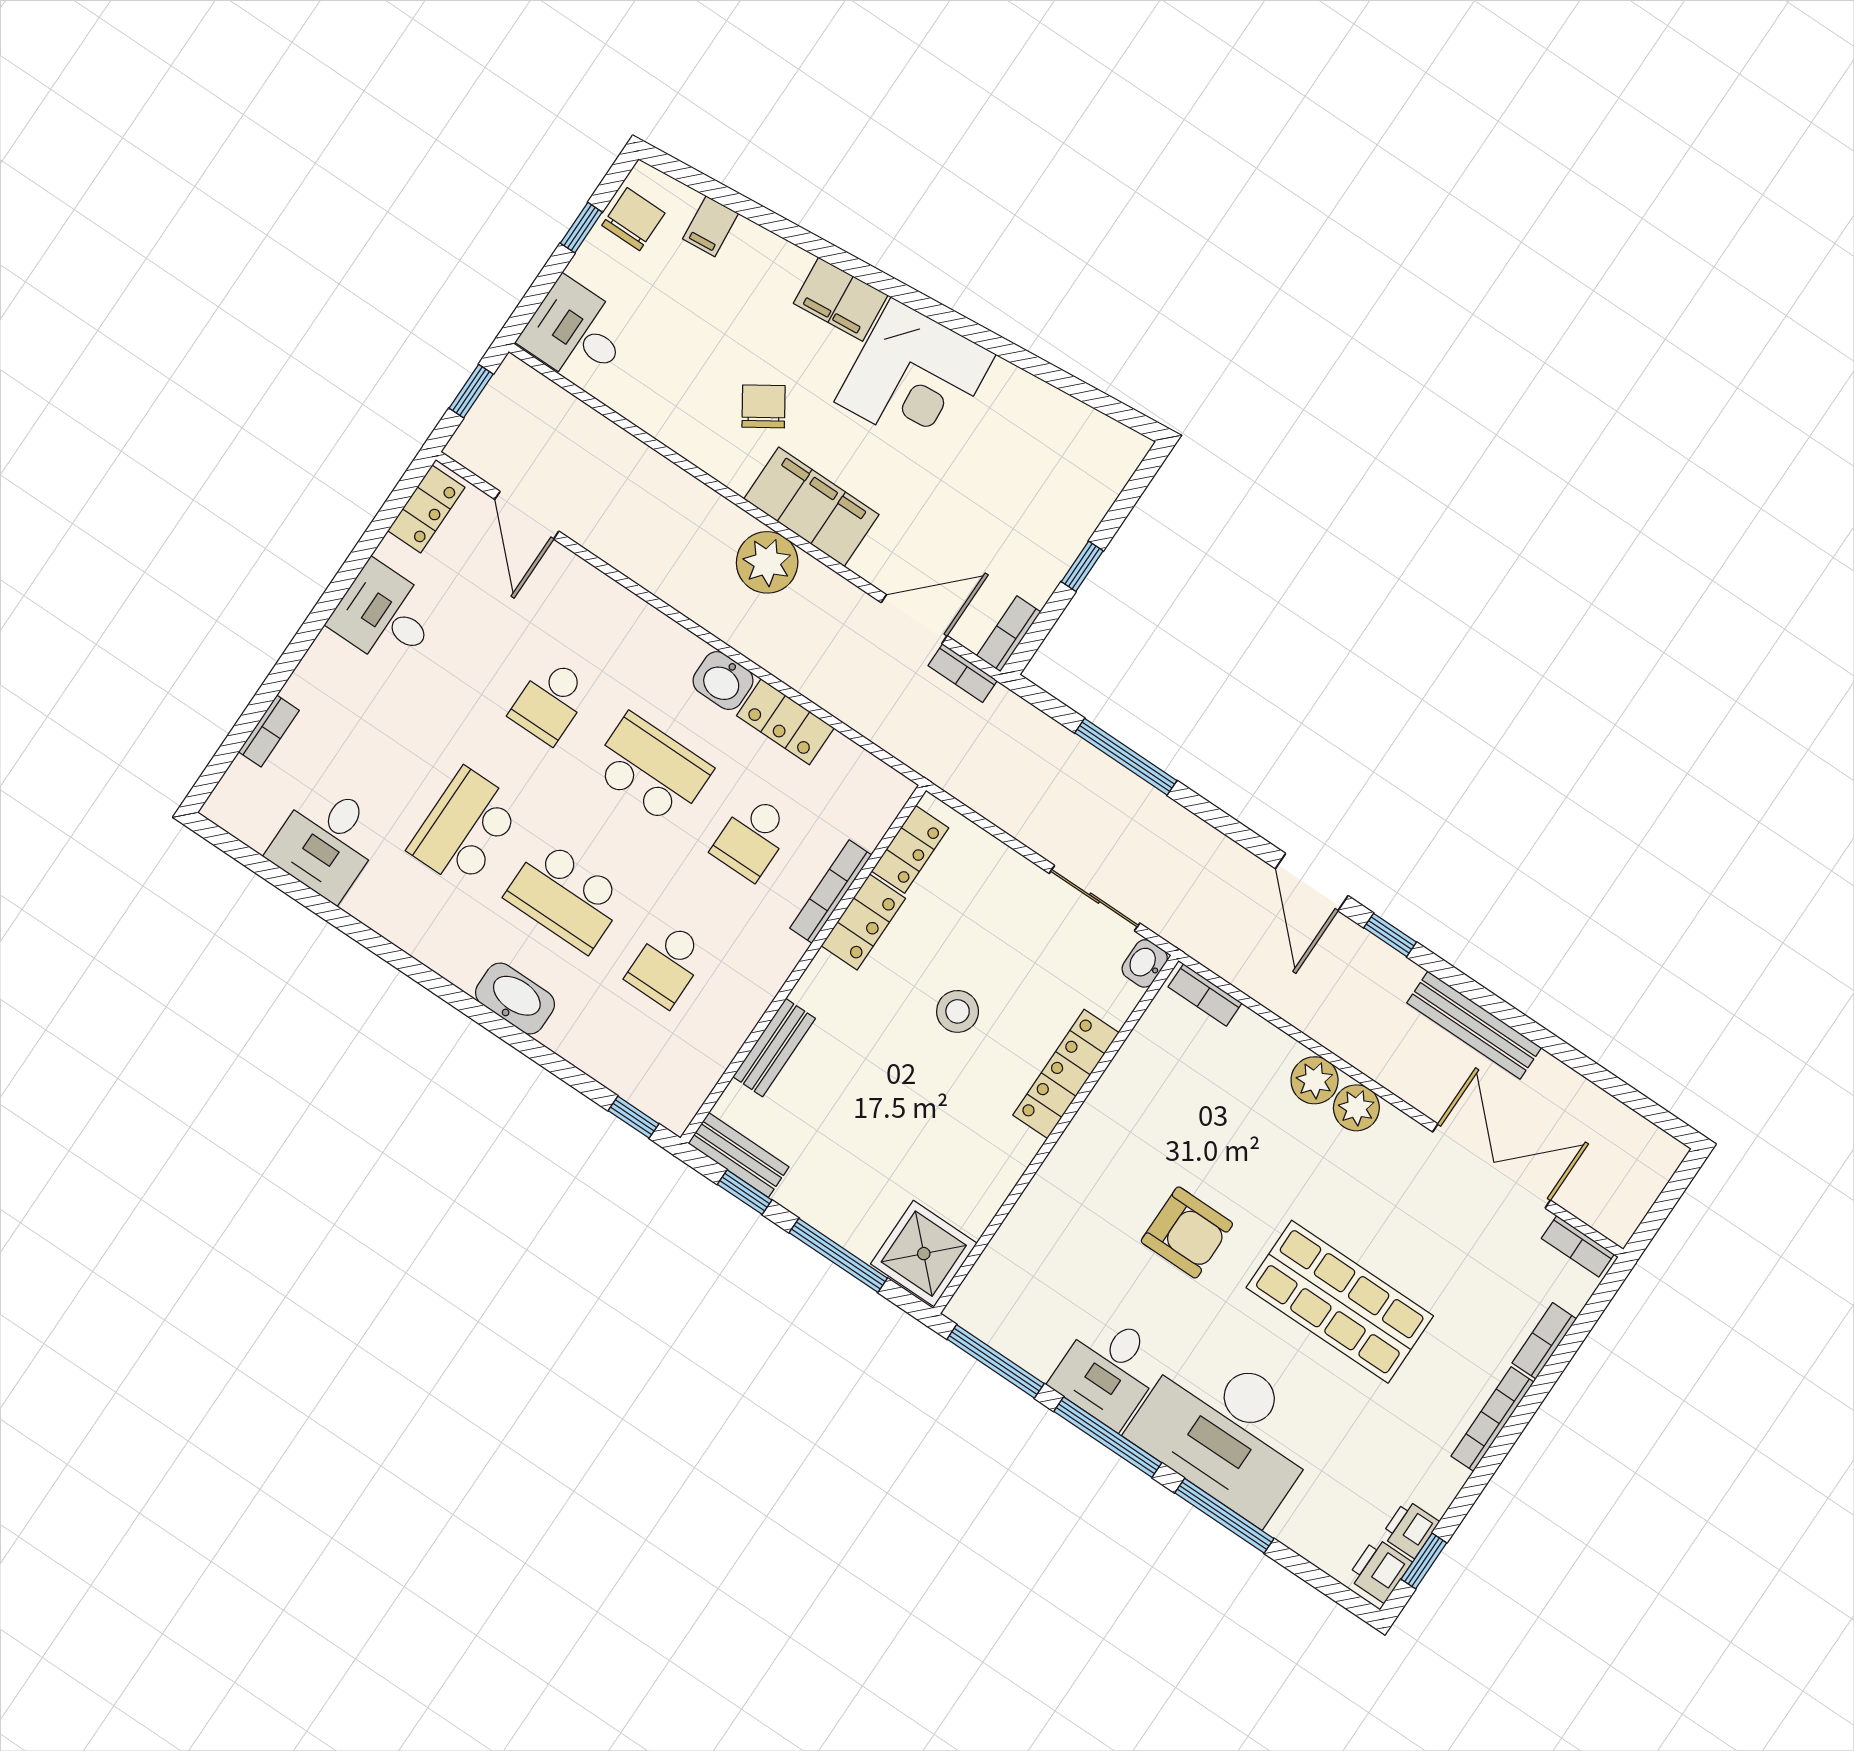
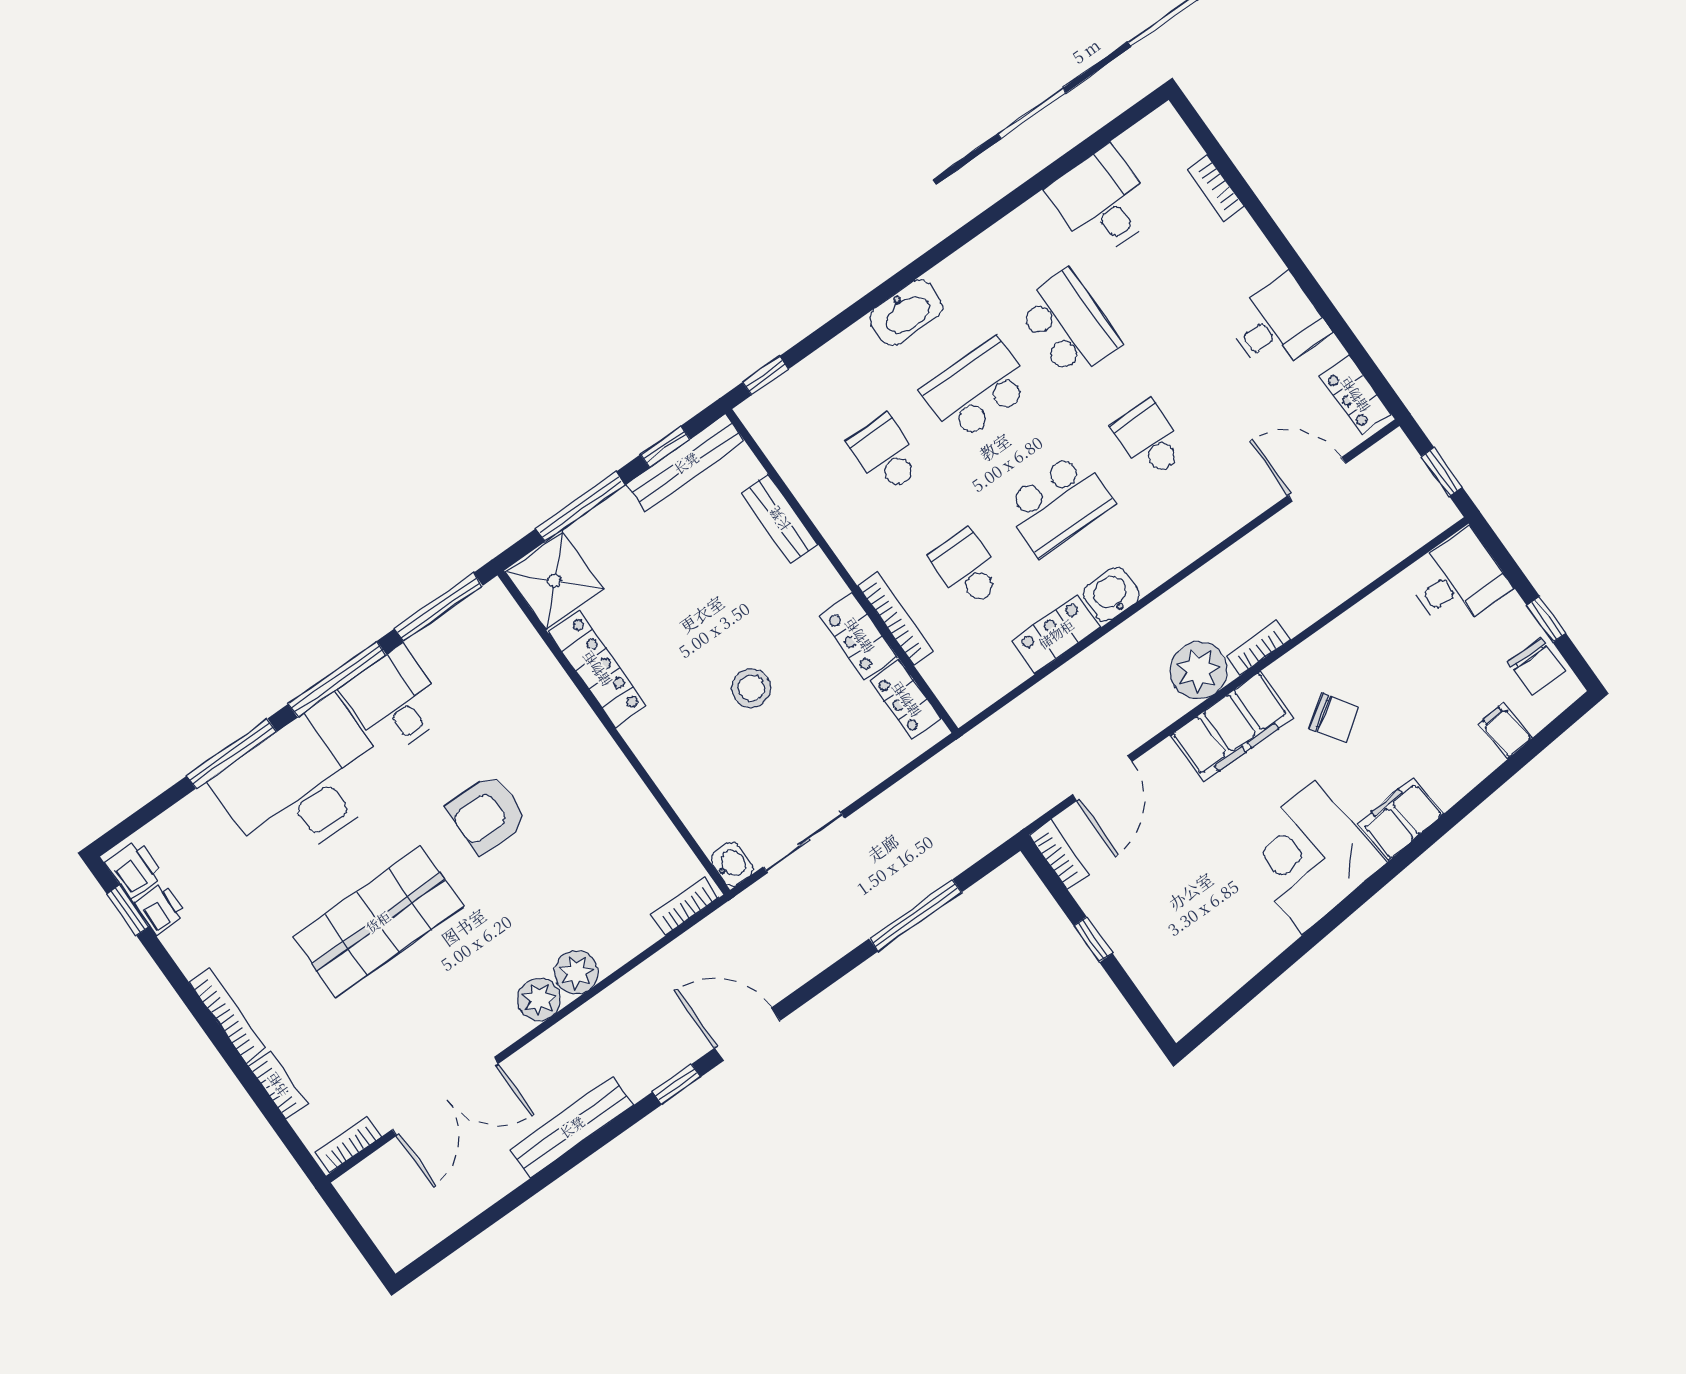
bookcase: (963, 673) -> (1258, 648), moved
locker: (1066, 1074) -> (597, 669), moved
bench: (738, 1155) -> (686, 463), width x1.36

